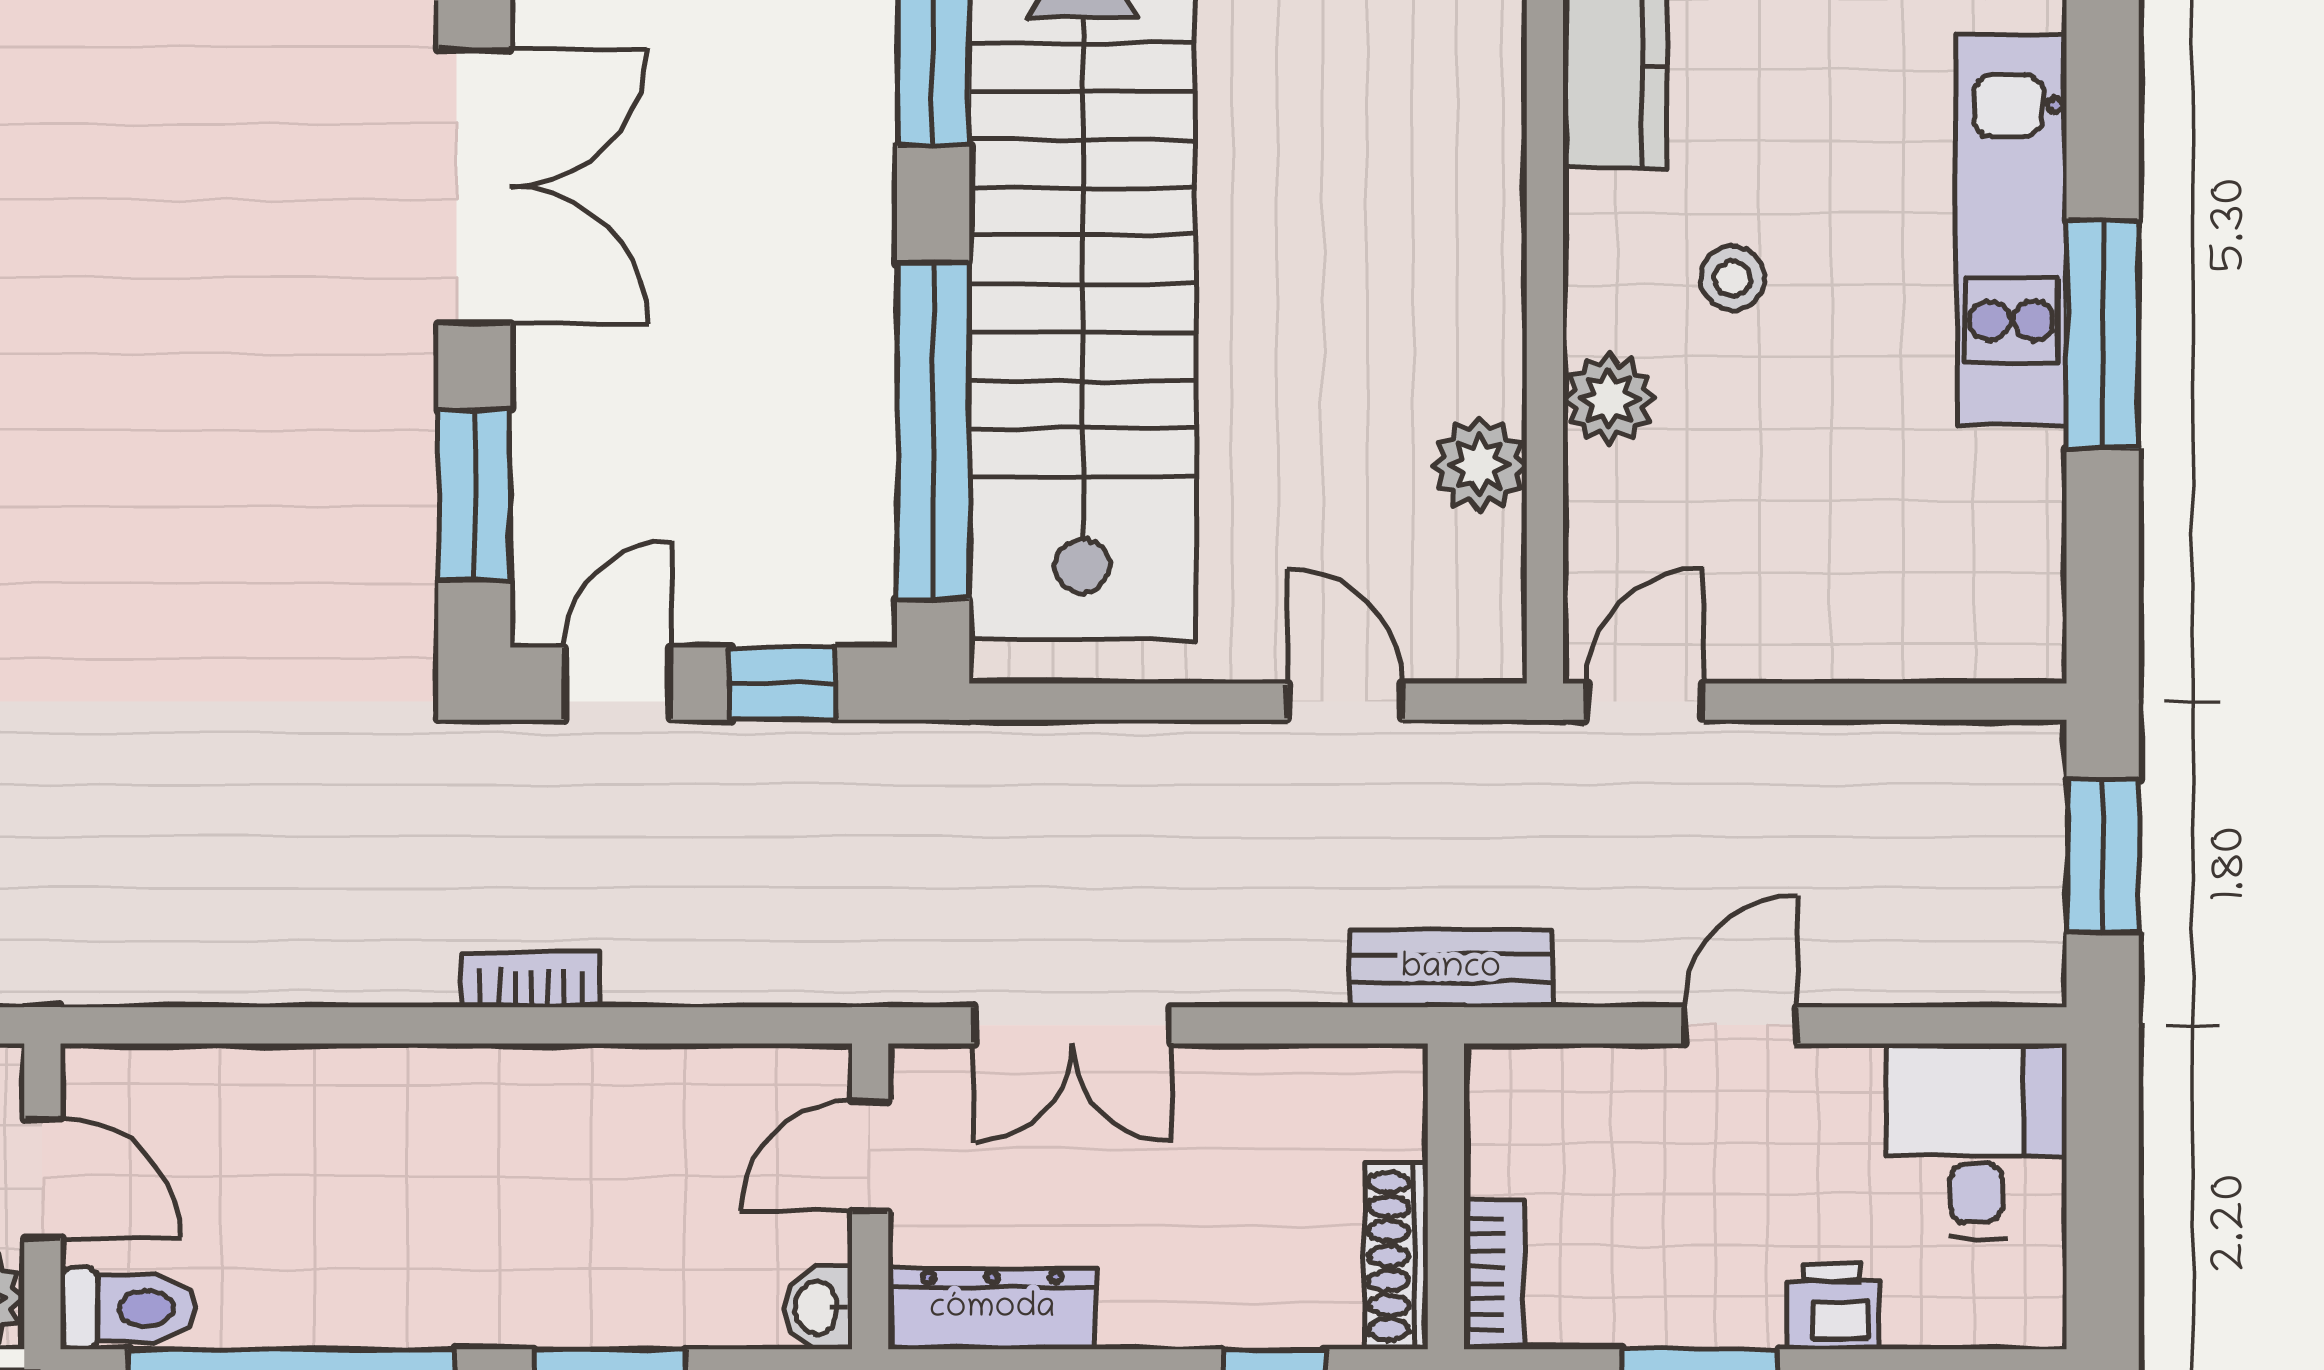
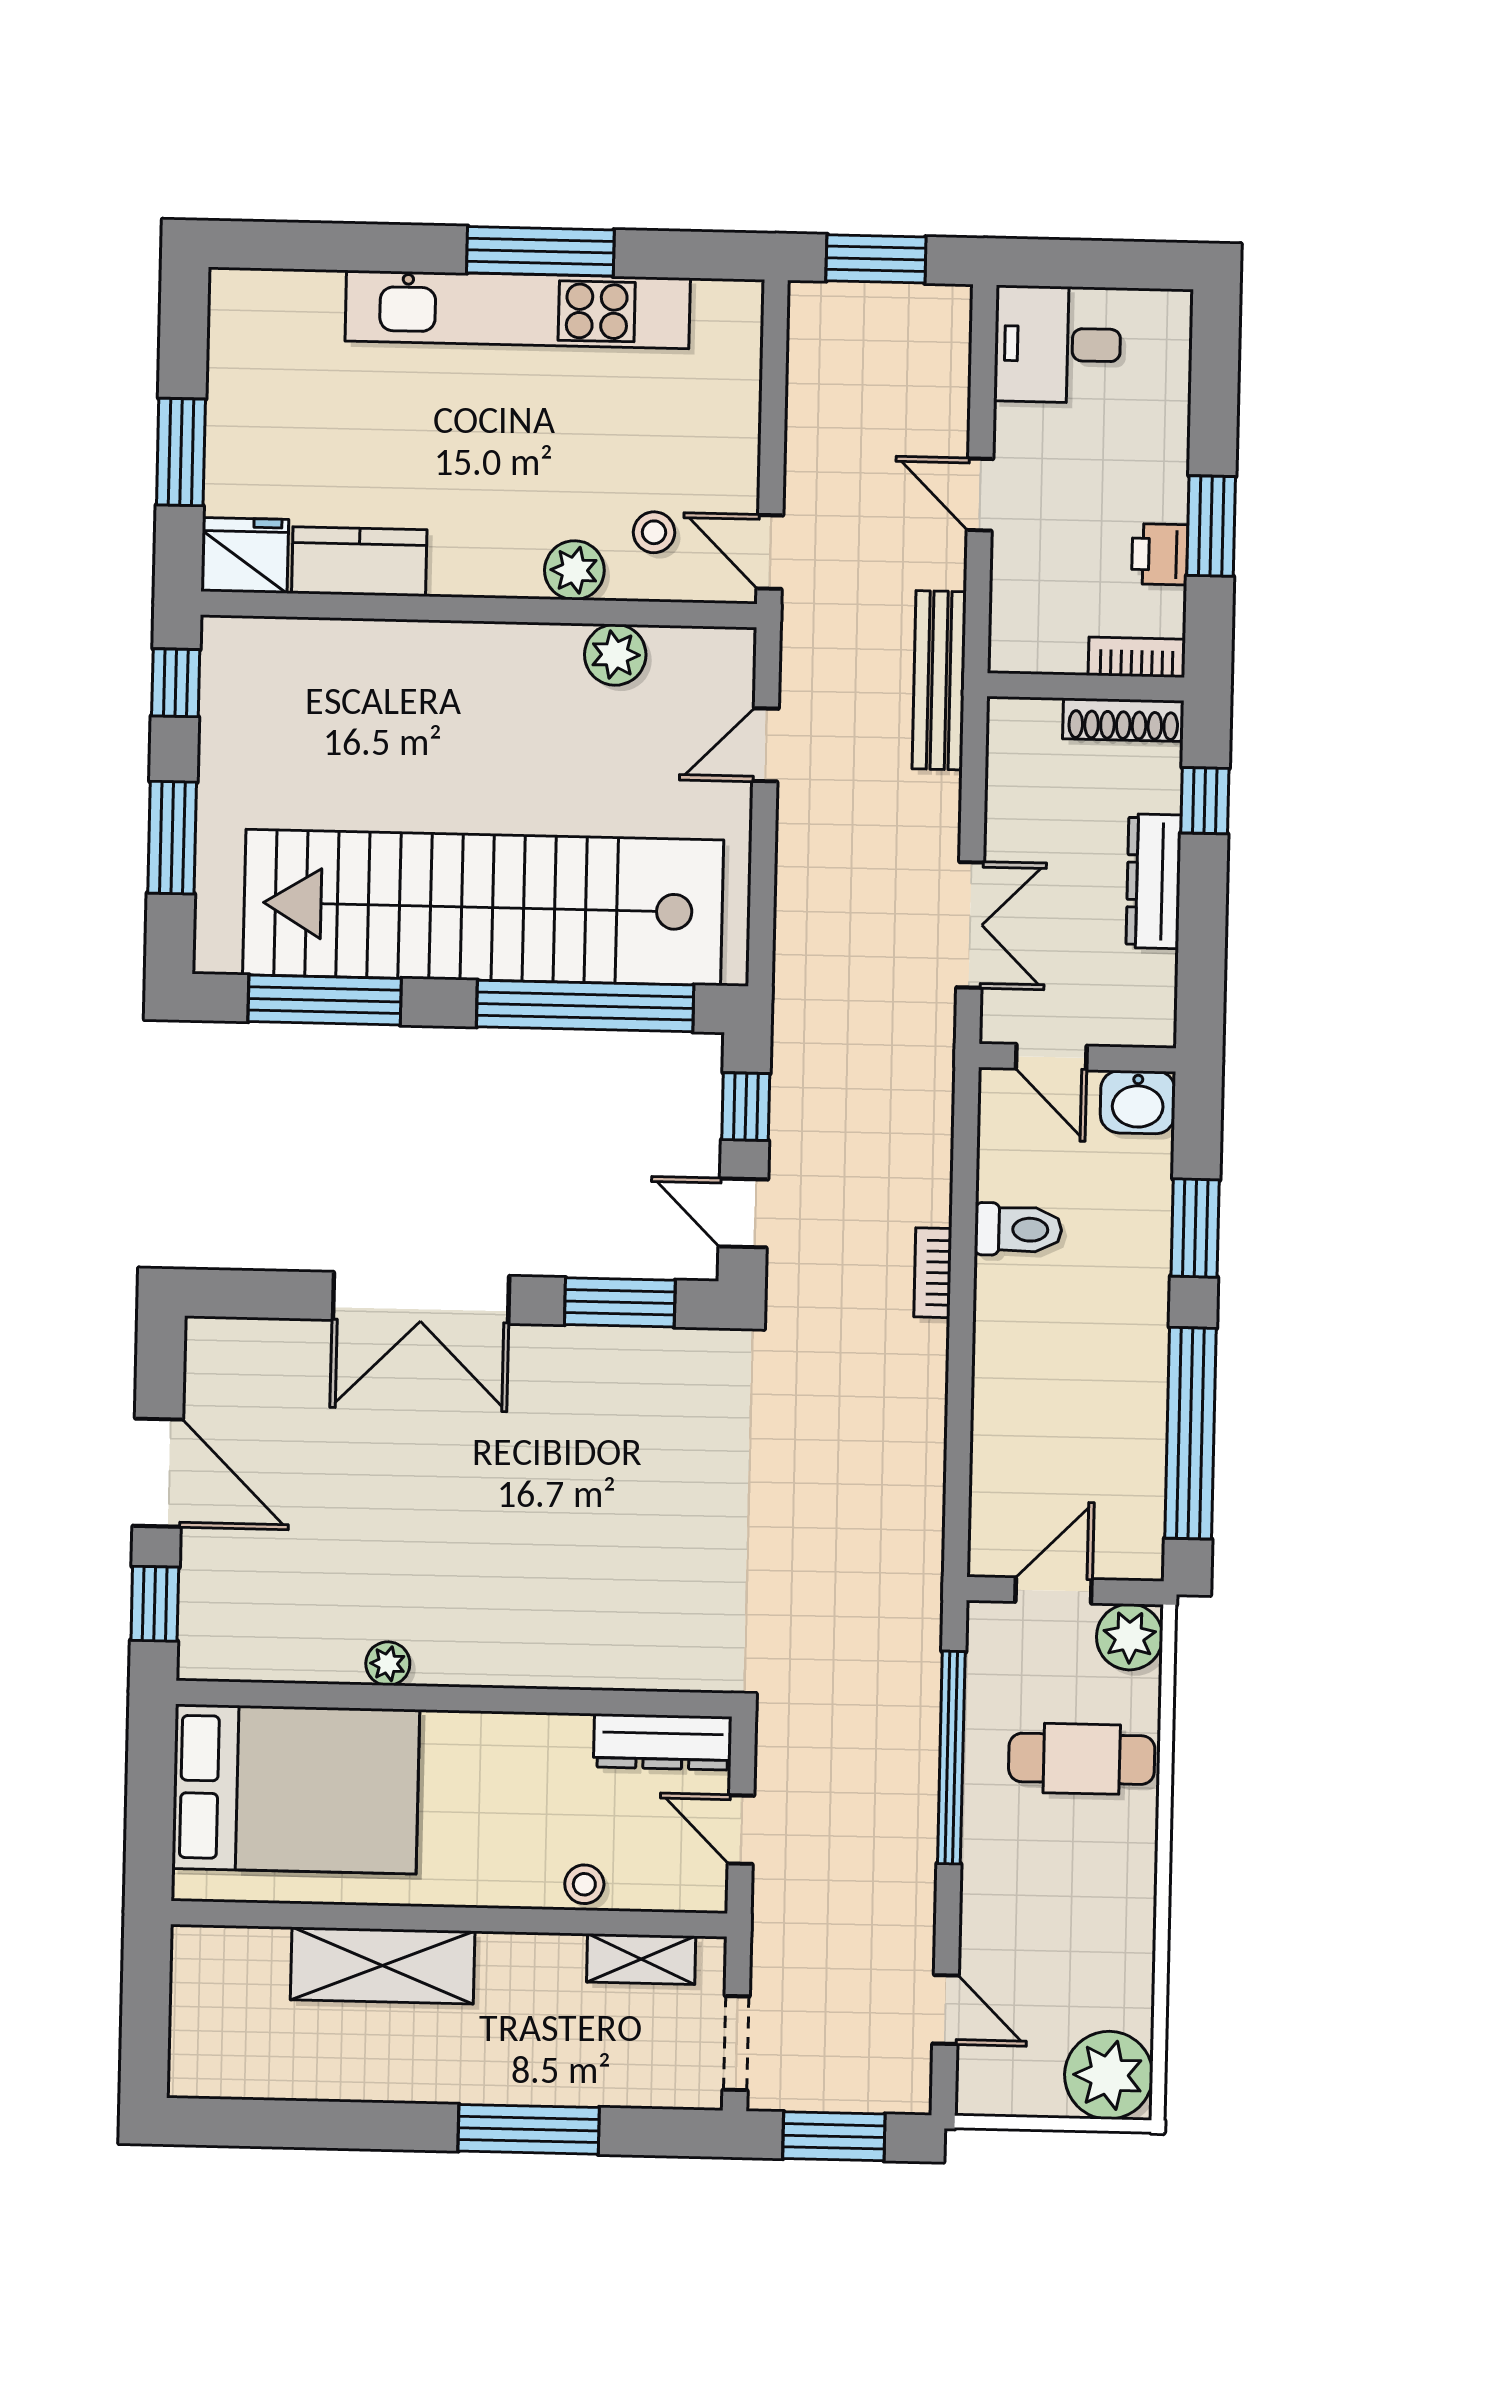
double door: (474, 186) -> (421, 1298), swing flipped
kitchen unit: (2012, 230) -> (518, 310), width x1.36
stool: (1732, 278) -> (654, 532), moved
bench: (1451, 969) -> (939, 680), width x1.36
printer: (1832, 1307) -> (1160, 554), moved
washbasin: (818, 1308) -> (1138, 1102), width x1.38, depth x1.45
toilet: (128, 1309) -> (1018, 1229), moved, turned 90
dresser: (992, 1309) -> (1154, 881), moved

